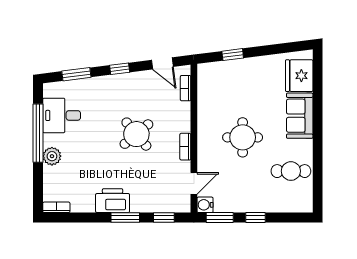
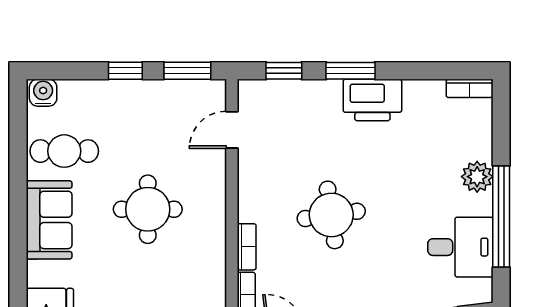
sofa: (300, 116) -> (49, 220), moved
round table: (136, 134) -> (331, 215), turned 32
bookcase: (185, 147) -> (247, 247), moved
water cooler: (205, 205) -> (43, 93), moved, turned -90

